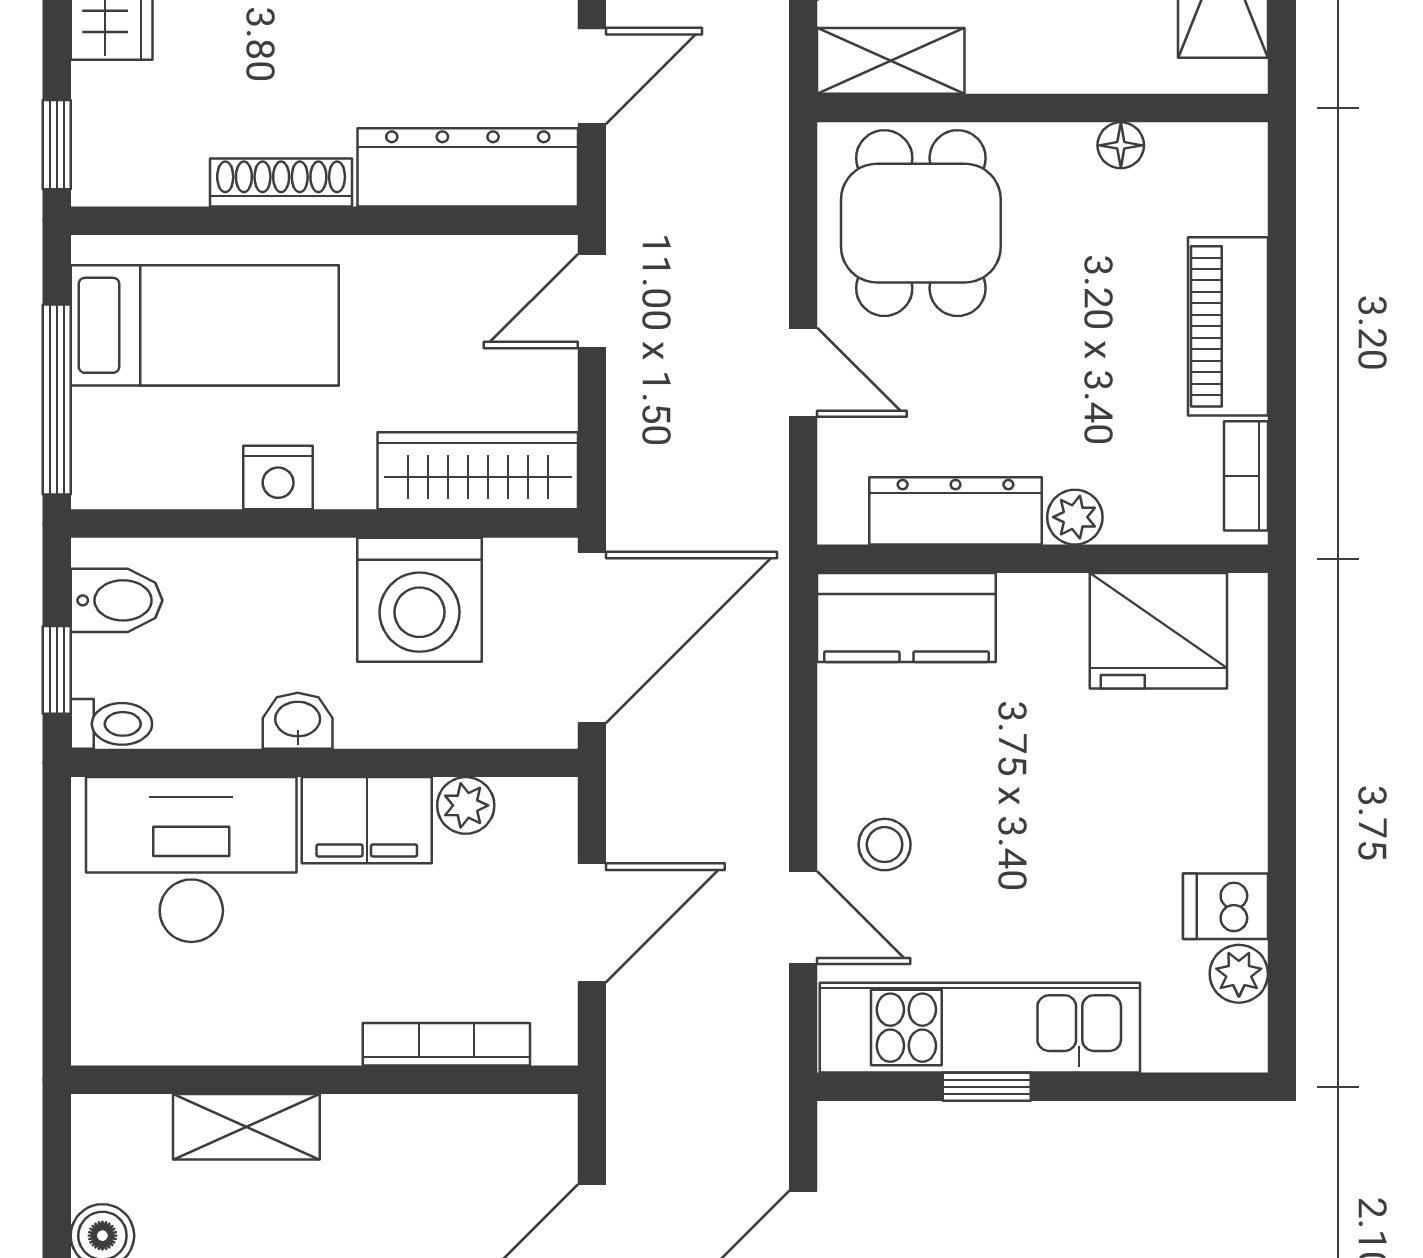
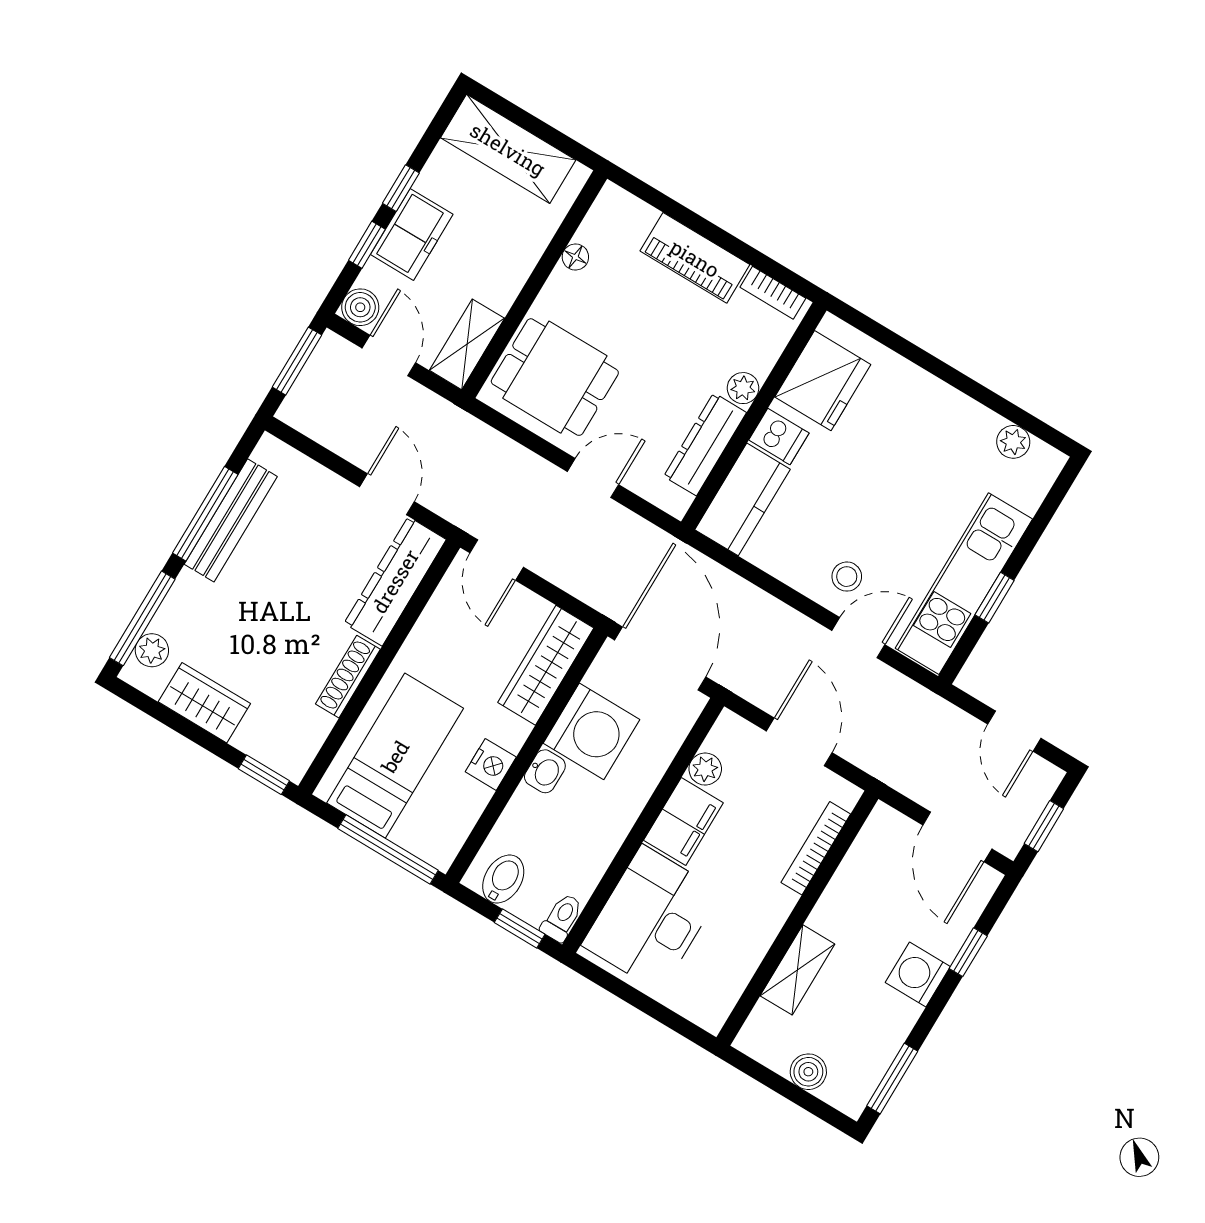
washbasin: (298, 721) -> (545, 771), moved, turned 180
dishwasher: (1225, 906) -> (779, 437), moved, turned -90

